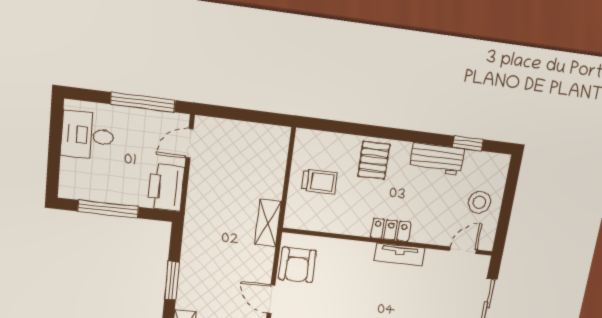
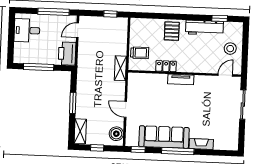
window: (257, 117) -> (110, 14), added
workbench: (437, 159) -> (204, 28), width x1.38
trolley: (320, 182) -> (140, 53), moved
locker: (391, 230) -> (166, 66), moved
tv unit: (399, 254) -> (181, 79), moved
armchair: (297, 265) -> (138, 89), removed

